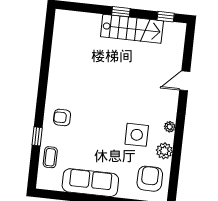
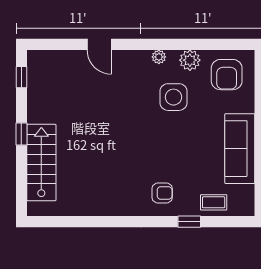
stairs: (132, 29) -> (41, 163), moved
armchair: (62, 117) -> (162, 193), turned -90
armchair: (150, 179) -> (227, 75), turned -90

